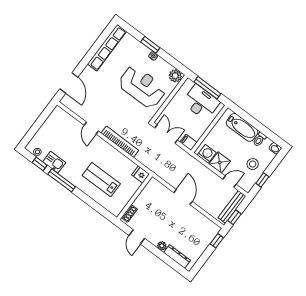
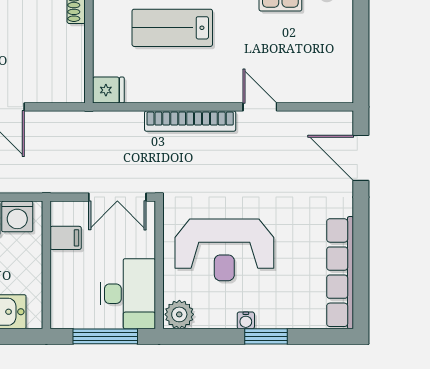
desk: (201, 102) -> (128, 294), moved, turned -90
filing cabinet: (189, 142) -> (66, 238), moved
lab bench: (101, 180) -> (172, 28), turned 180

